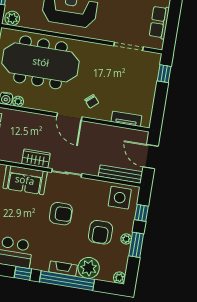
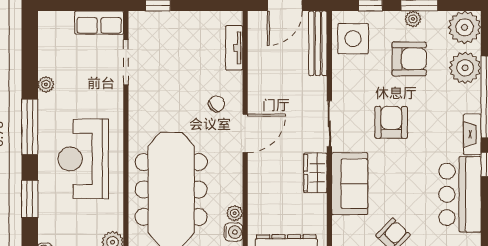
row of seats: (159, 22) -> (99, 23), moved
fireplace: (63, 269) -> (472, 134), moved
plant: (119, 278) -> (465, 27), width x1.88, depth x1.88

